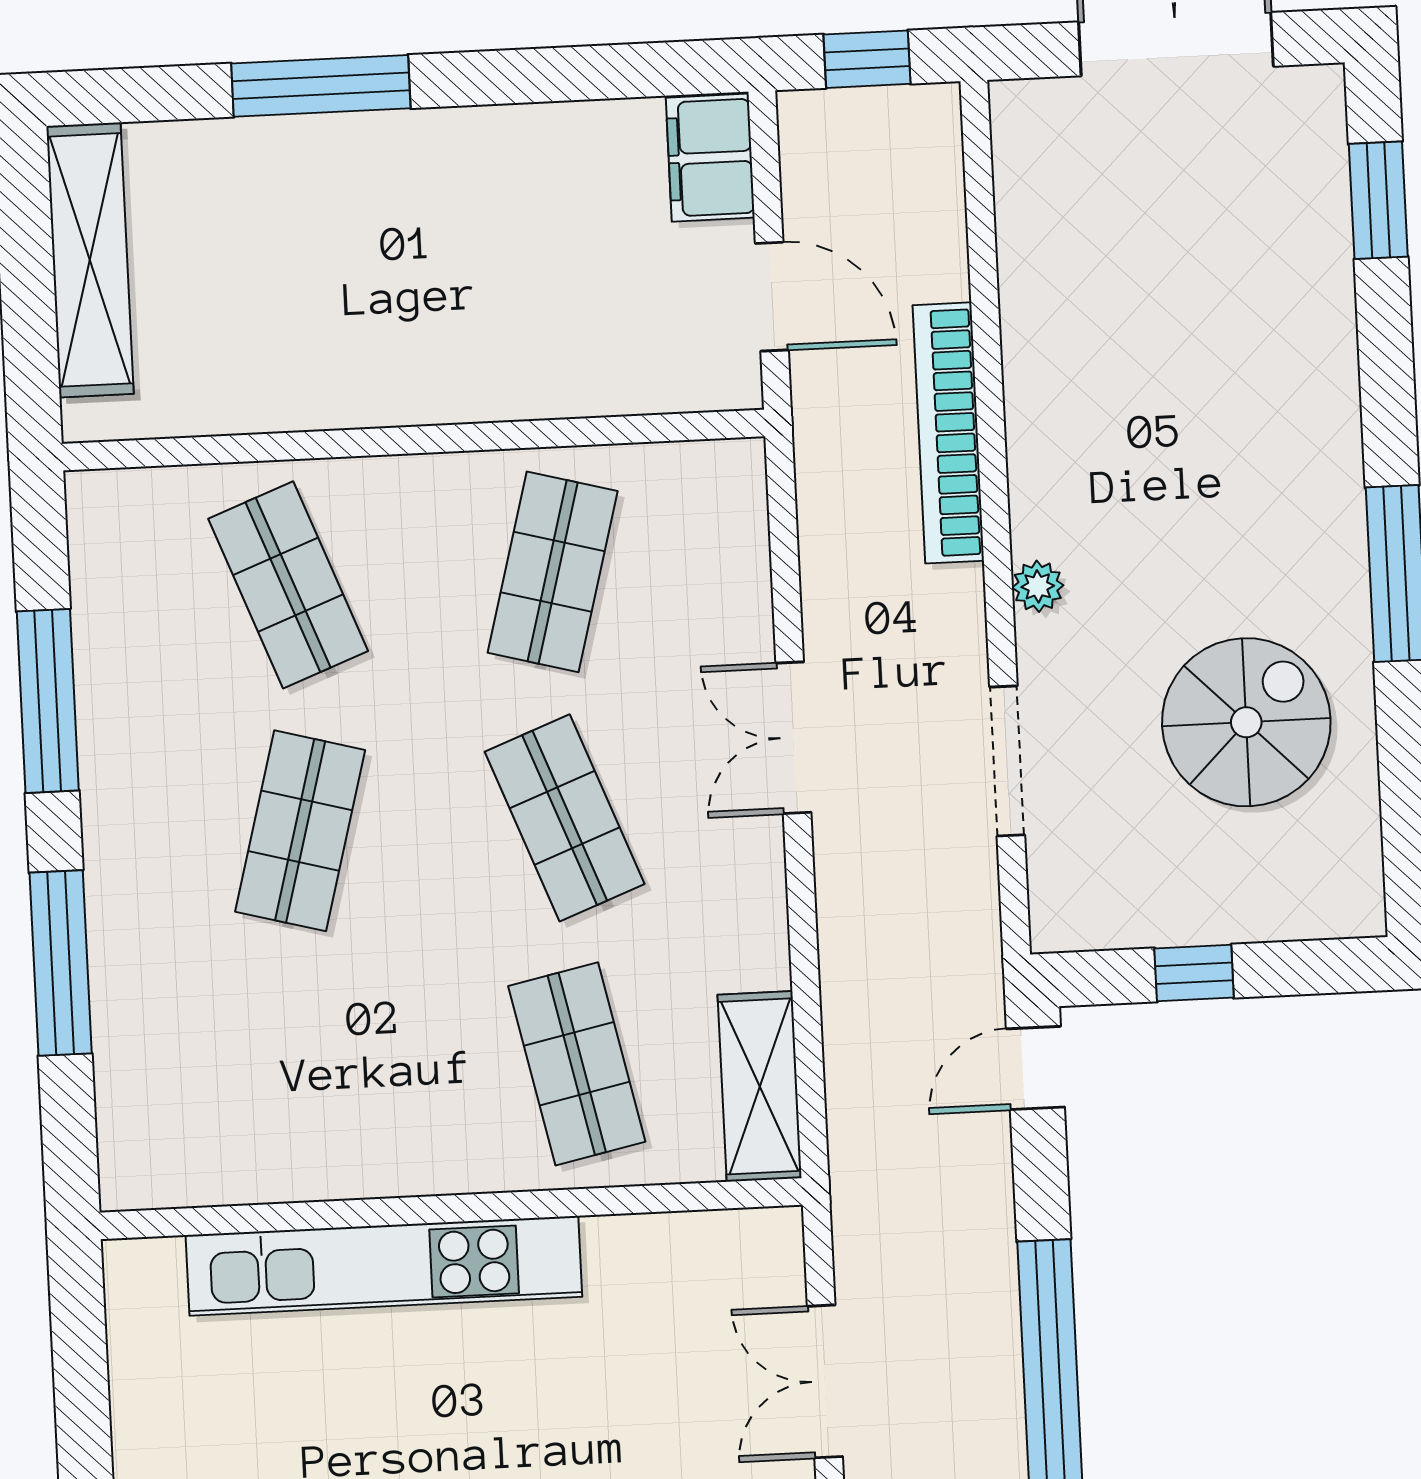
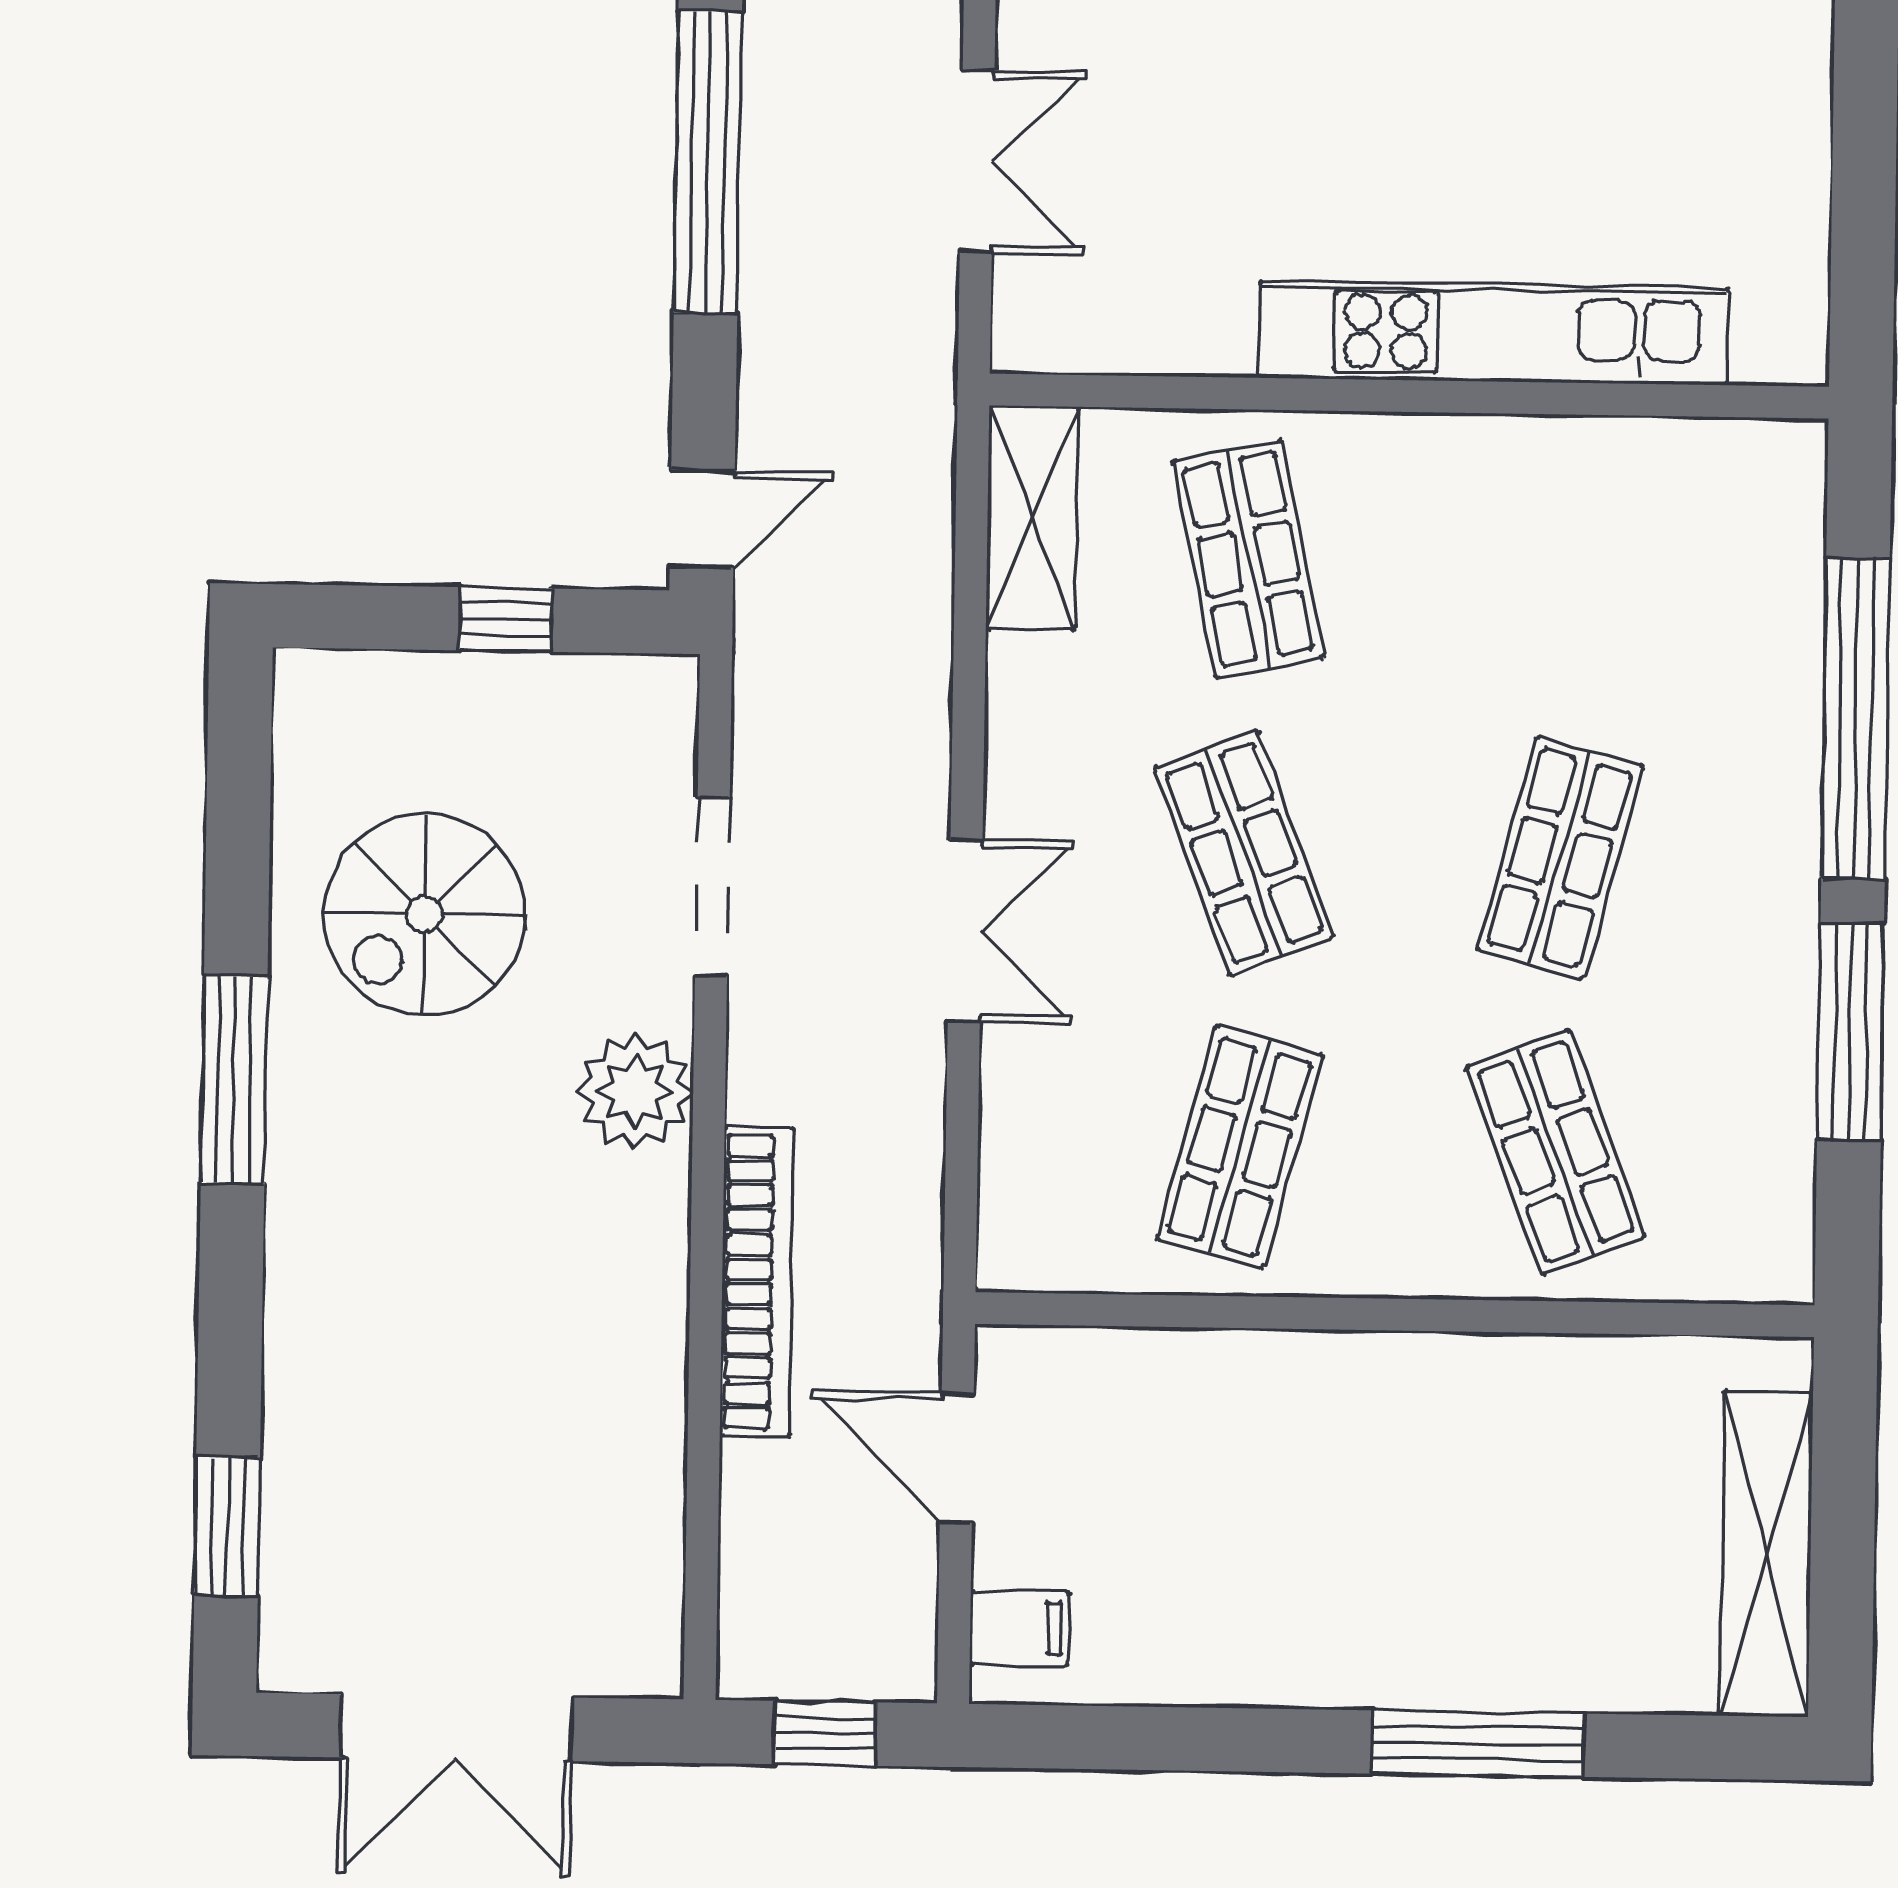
filing cabinet: (710, 158) -> (1019, 1628), width x0.50
plant: (1038, 586) -> (635, 1092), width x1.87, depth x1.87
window: (61, 963) -> (1855, 719), width x1.46

